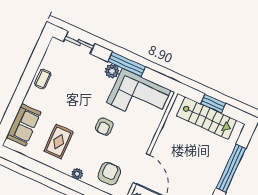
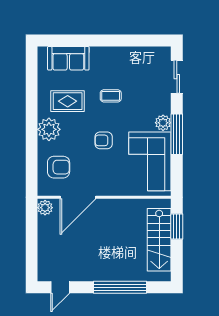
coffee table: (43, 79) -> (111, 96), moved
window: (213, 104) -> (177, 227), moved
plant: (77, 174) -> (49, 129), width x1.87, depth x1.87

